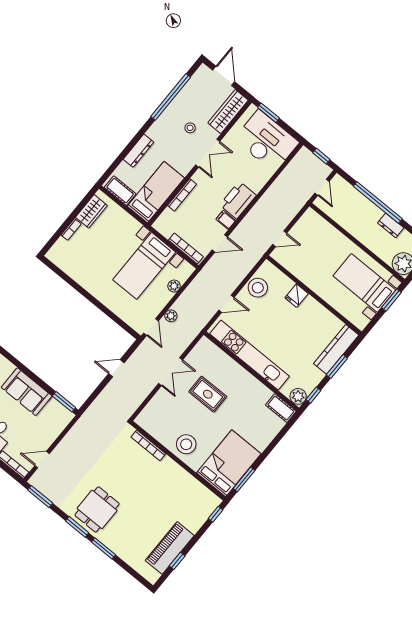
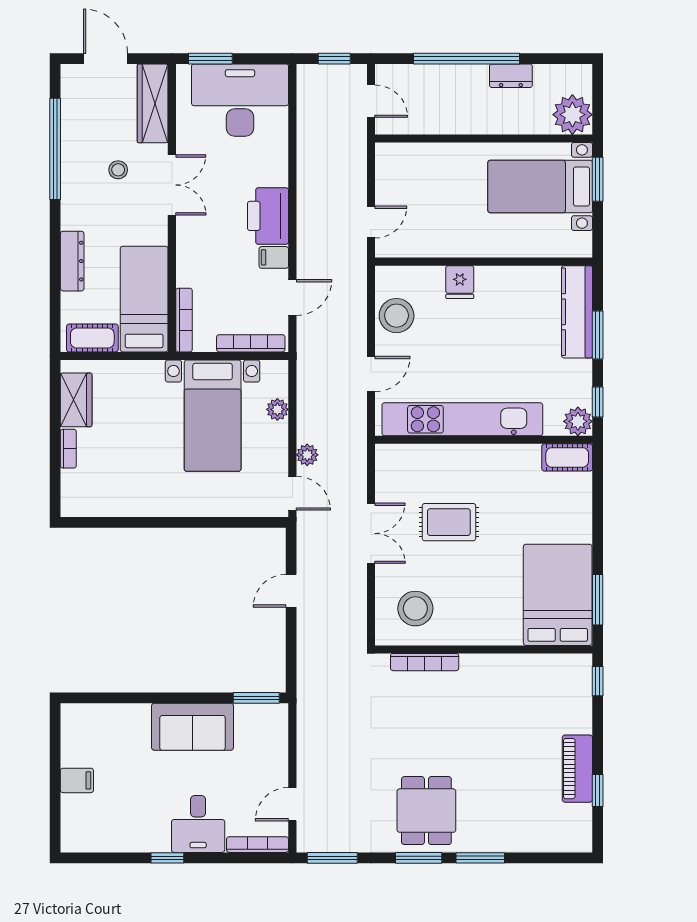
bookcase: (182, 195) -> (184, 320), moved
stool: (186, 444) -> (415, 609), moved
piano: (170, 548) -> (577, 769), width x0.73, depth x0.75

